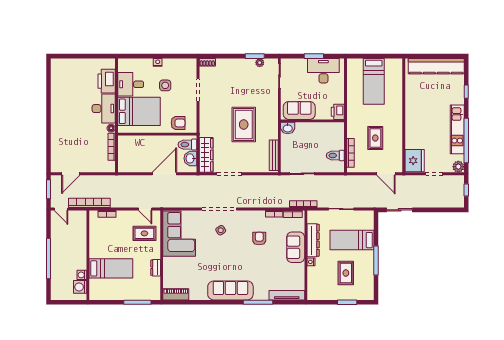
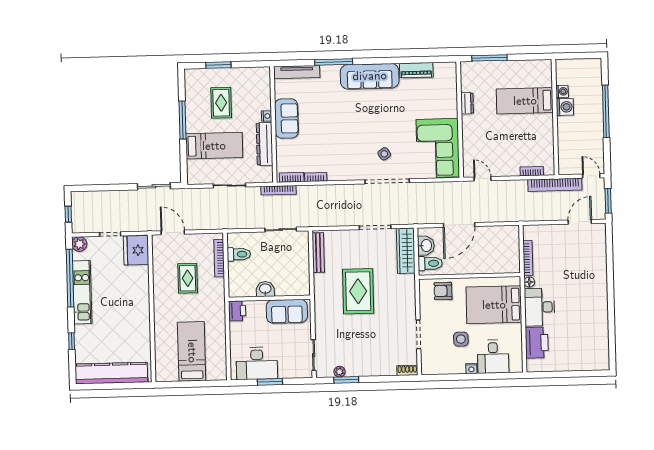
desk: (131, 84) -> (493, 357), moved, turned 90
washbasin: (288, 128) -> (265, 289), moved
rug: (144, 233) -> (483, 147), removed
armchair: (259, 239) -> (334, 144), removed
sofa: (296, 247) -> (286, 118), moved
washing machine: (80, 287) -> (565, 107), moved
piano: (176, 294) -> (416, 70), moved

